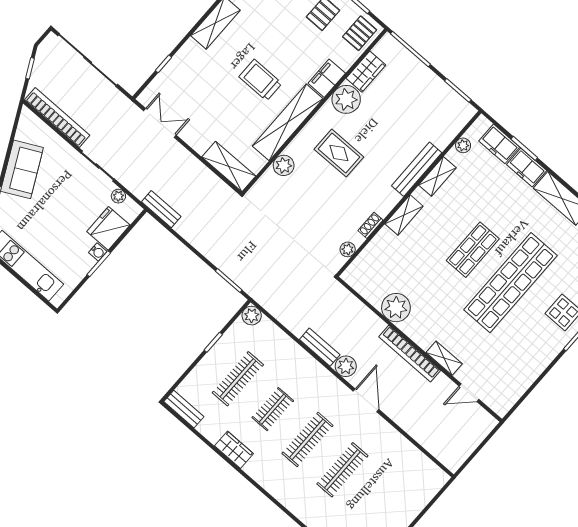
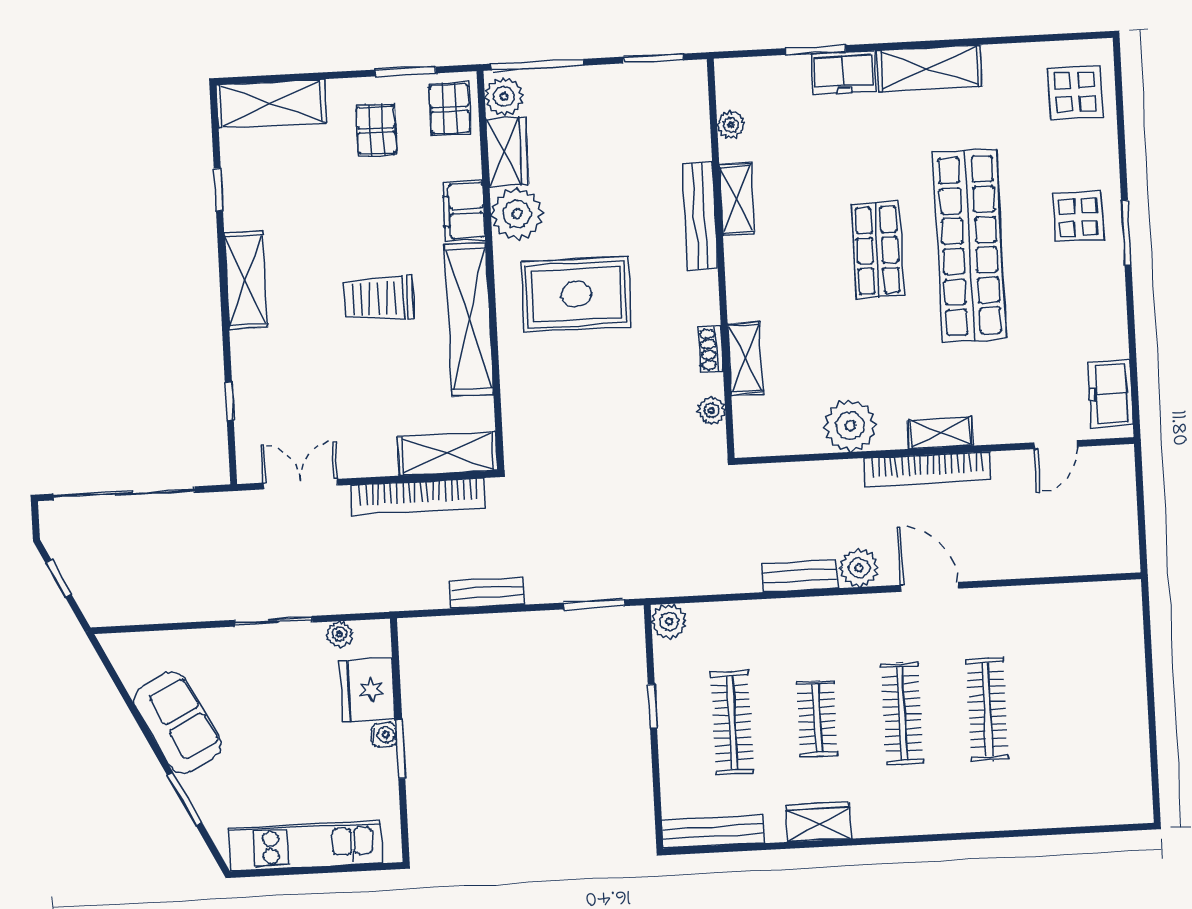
bookcase: (57, 118) -> (418, 497), moved, turned 180
freezer: (499, 144) -> (1110, 394), moved, turned 90
rug: (339, 153) -> (576, 294), width x1.36, depth x1.43
plant: (284, 165) -> (504, 96), moved
bench: (161, 209) -> (487, 593), moved
shelving: (404, 215) -> (745, 359), moved
shelving: (444, 358) -> (940, 433), moved
bench: (184, 409) -> (713, 832), width x1.36

